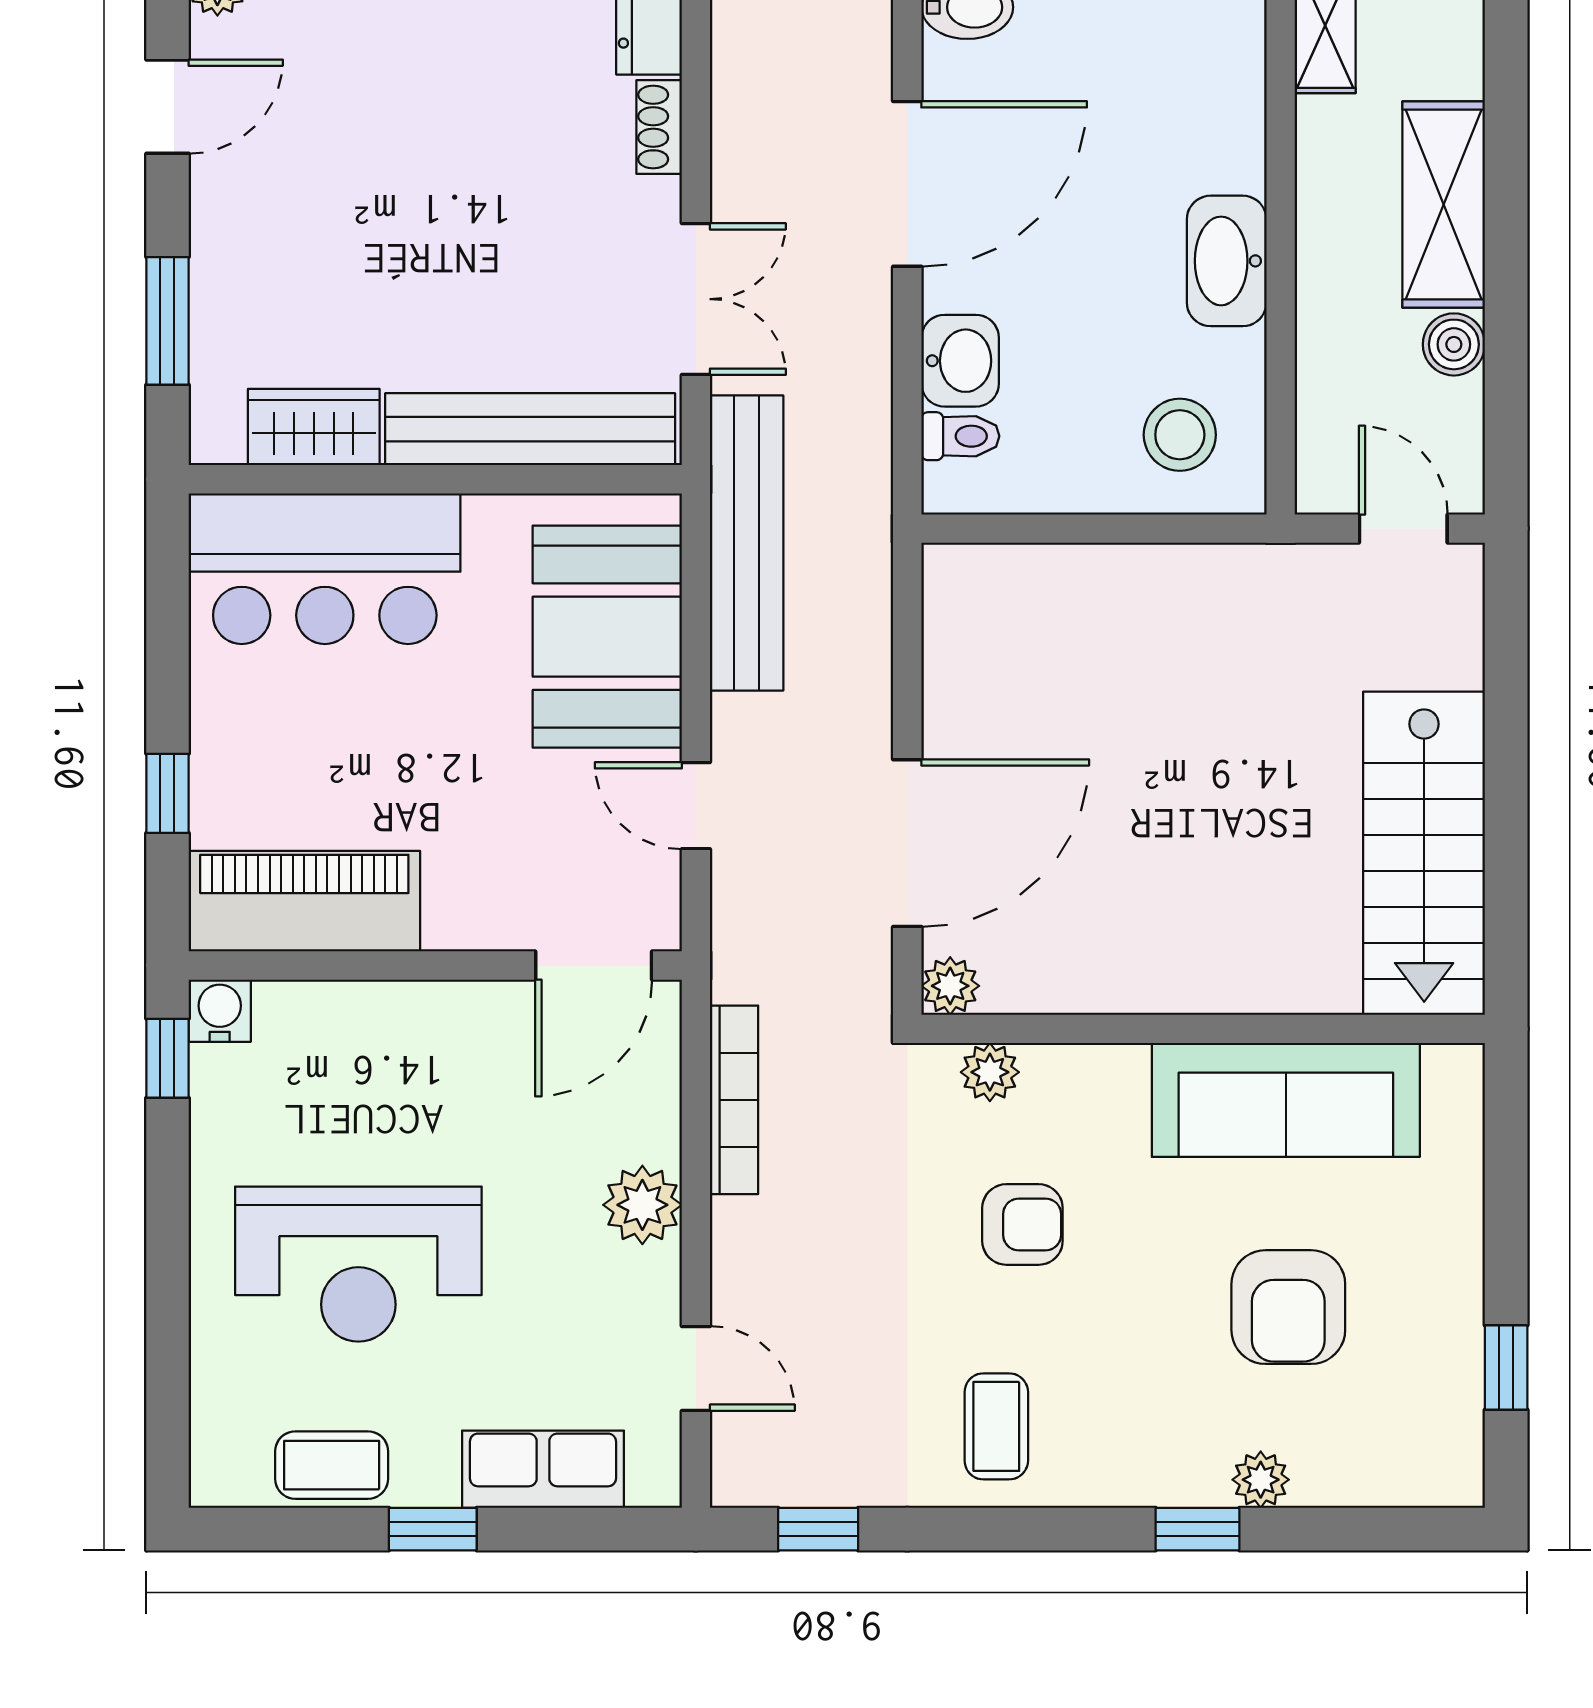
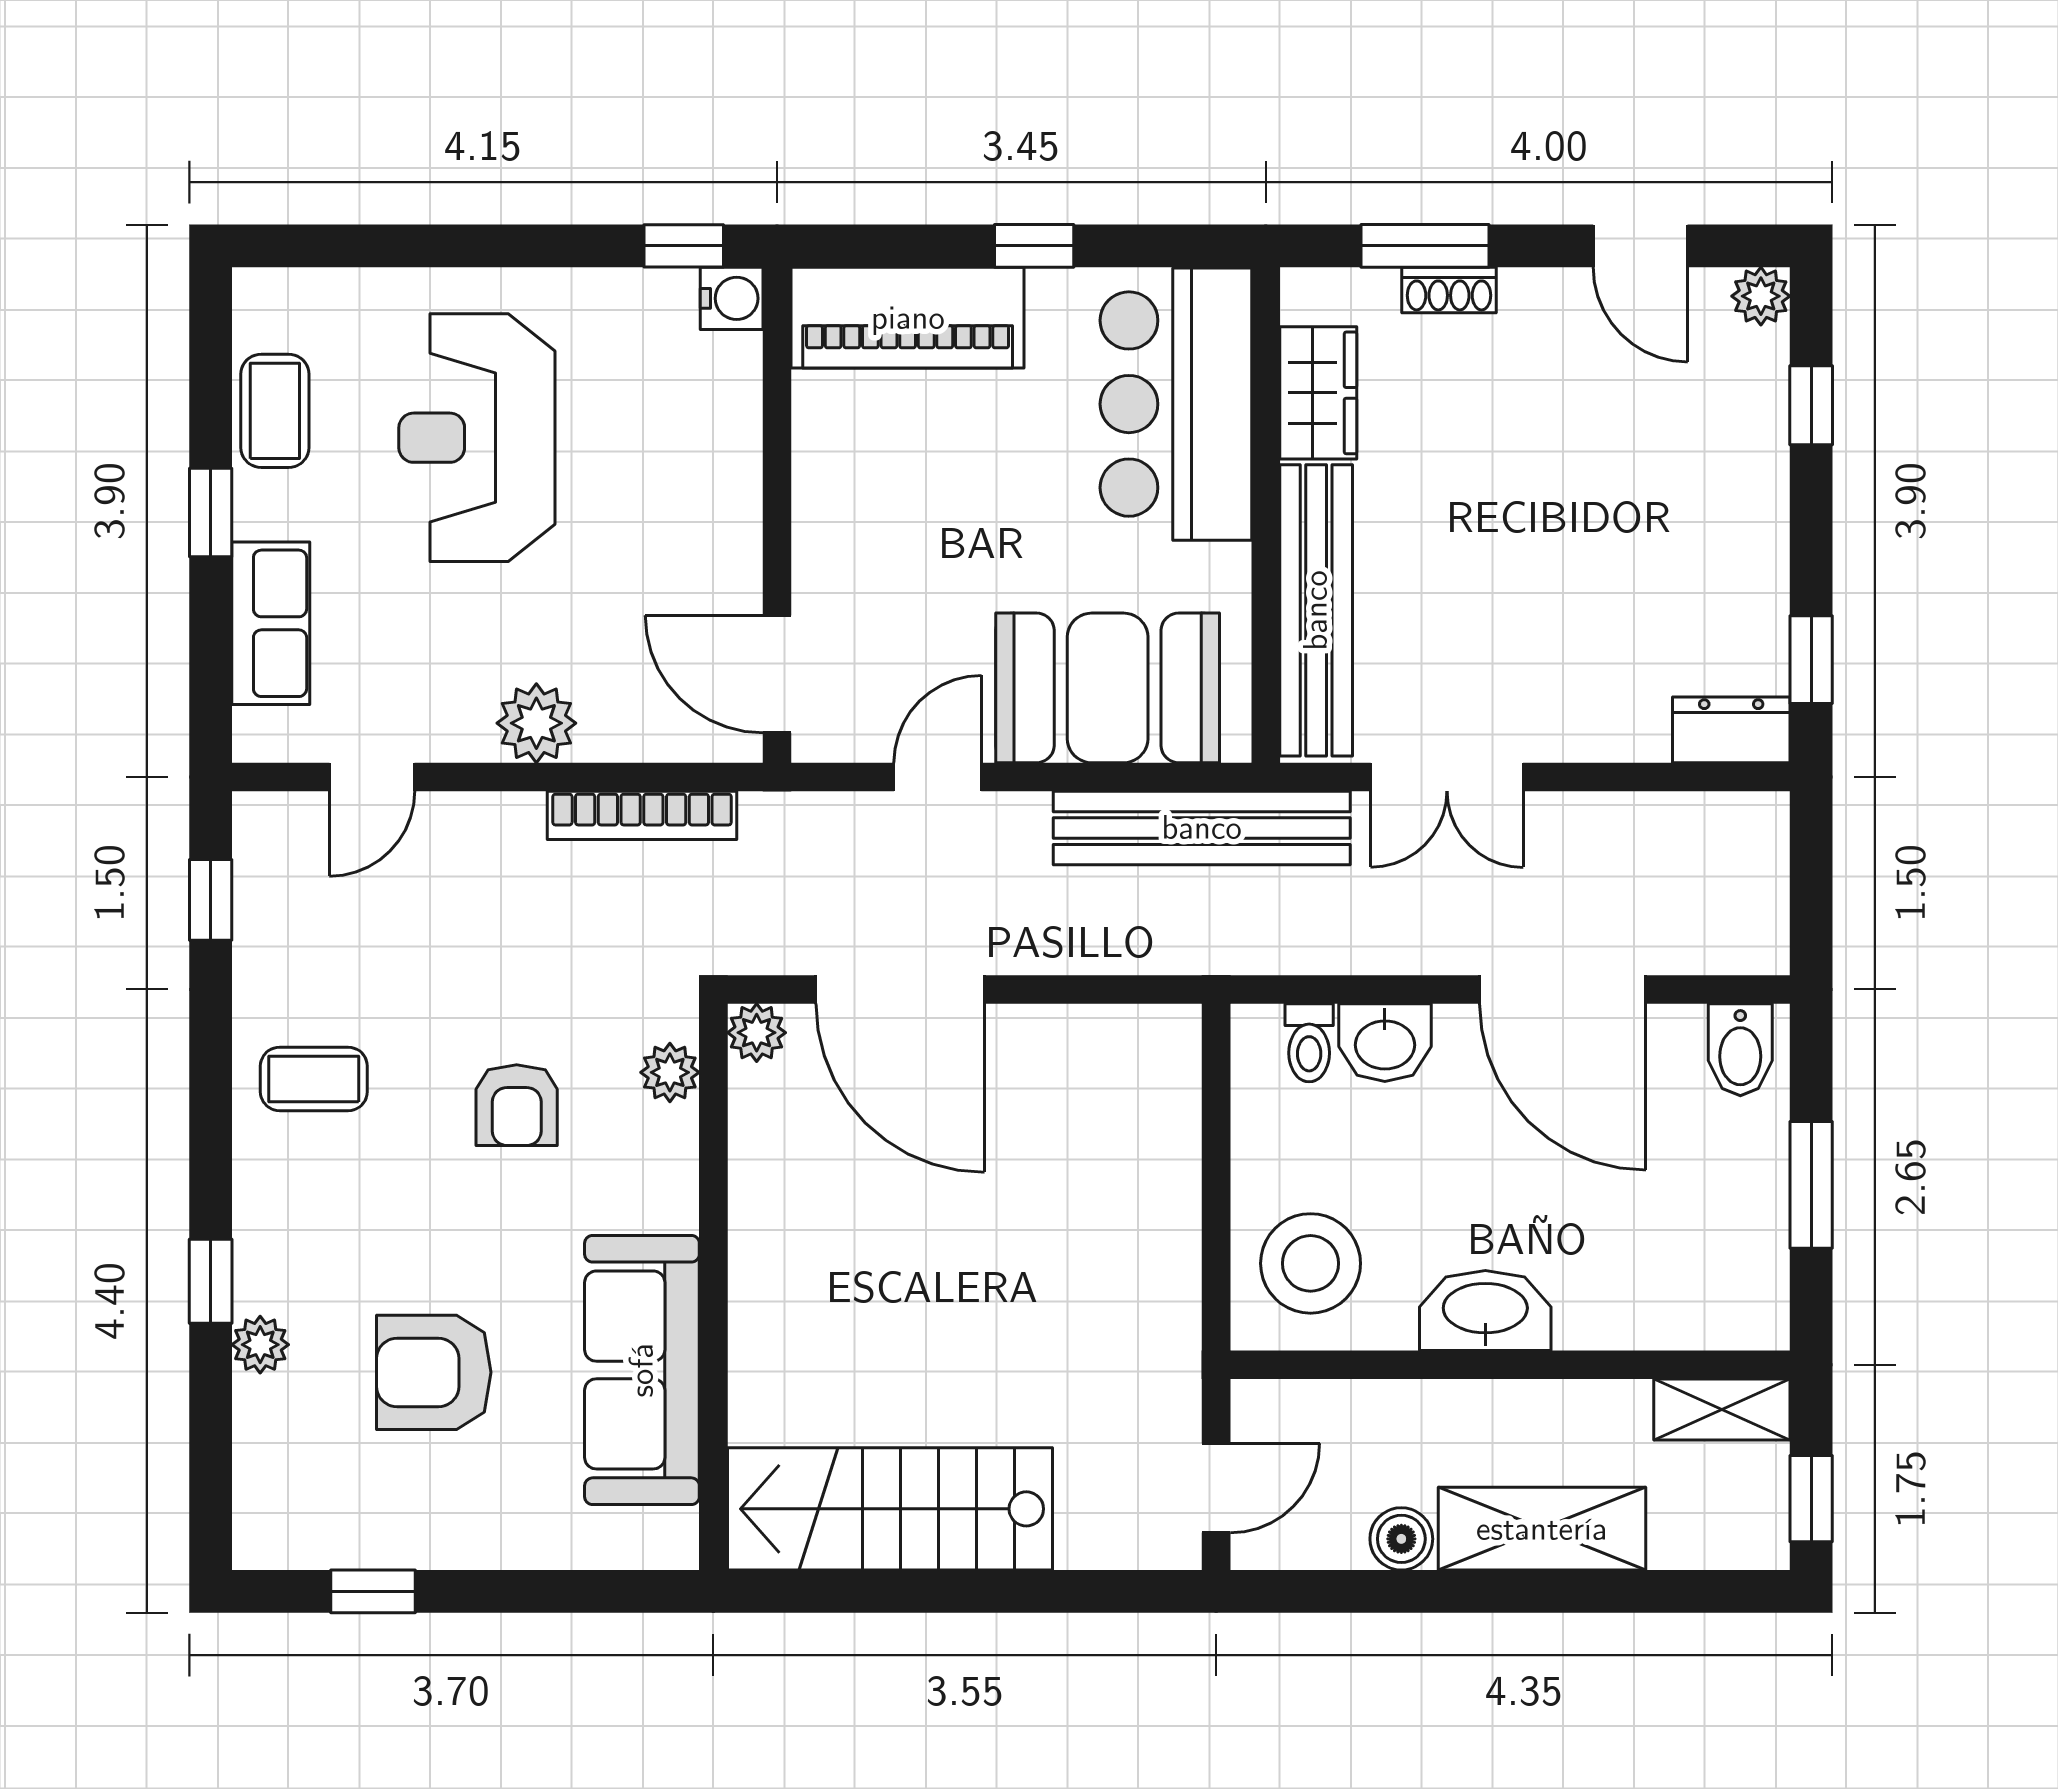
shoe rack: (659, 127) -> (1449, 290), moved, turned 180
stool: (1180, 435) -> (1311, 1263), width x1.38, depth x1.38
window: (167, 793) -> (1034, 246), moved
piano: (304, 901) -> (908, 318), moved, turned 90

